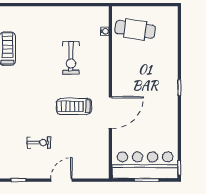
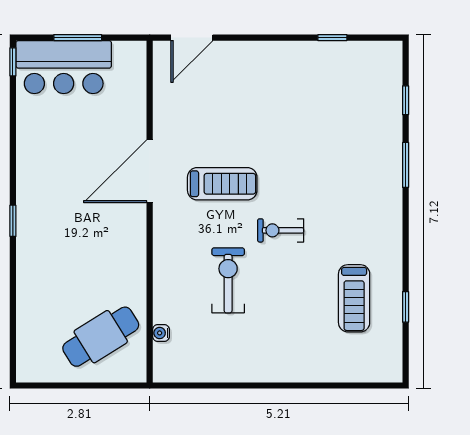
cafe table: (135, 29) -> (101, 337), turned -40
exercise bike: (39, 143) -> (281, 230), moved
bar counter: (145, 165) -> (64, 67), width x0.73
door: (62, 180) -> (192, 38), moved

